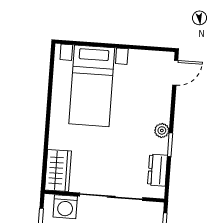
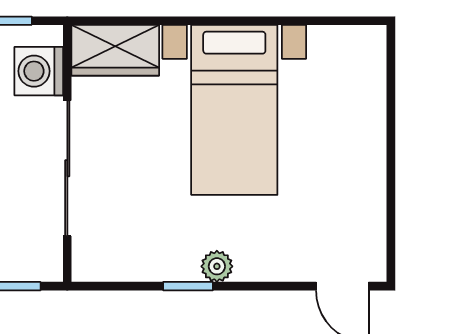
bed with nightstands: (92, 86) -> (234, 110), moved, turned -90
dresser: (157, 170) -> (131, 263), removed

